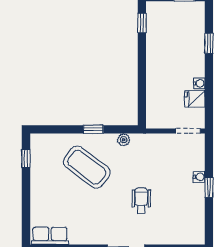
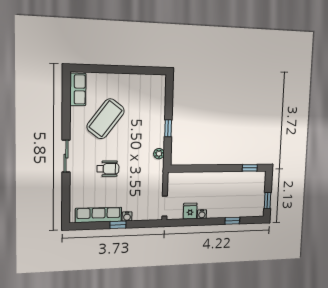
window: (26, 159) -> (145, 70), removed
coffee table: (87, 167) -> (106, 119), moved
row of seats: (196, 211) -> (99, 215), added

